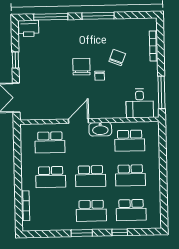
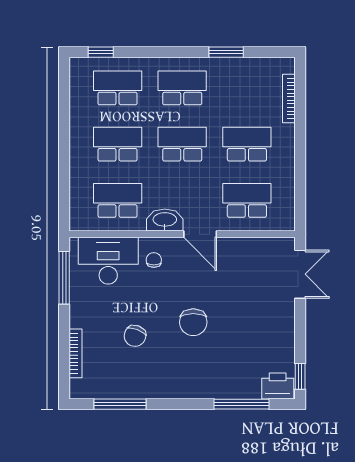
window: (98, 16) -> (120, 404), moved
window: (15, 60) -> (300, 376), moved
chair: (100, 76) -> (154, 260), moved
desk: (140, 103) -> (108, 261), width x1.37
door: (78, 121) -> (200, 234), hinge flipped
window: (120, 232) -> (101, 52), moved
window: (82, 233) -> (226, 52), moved

